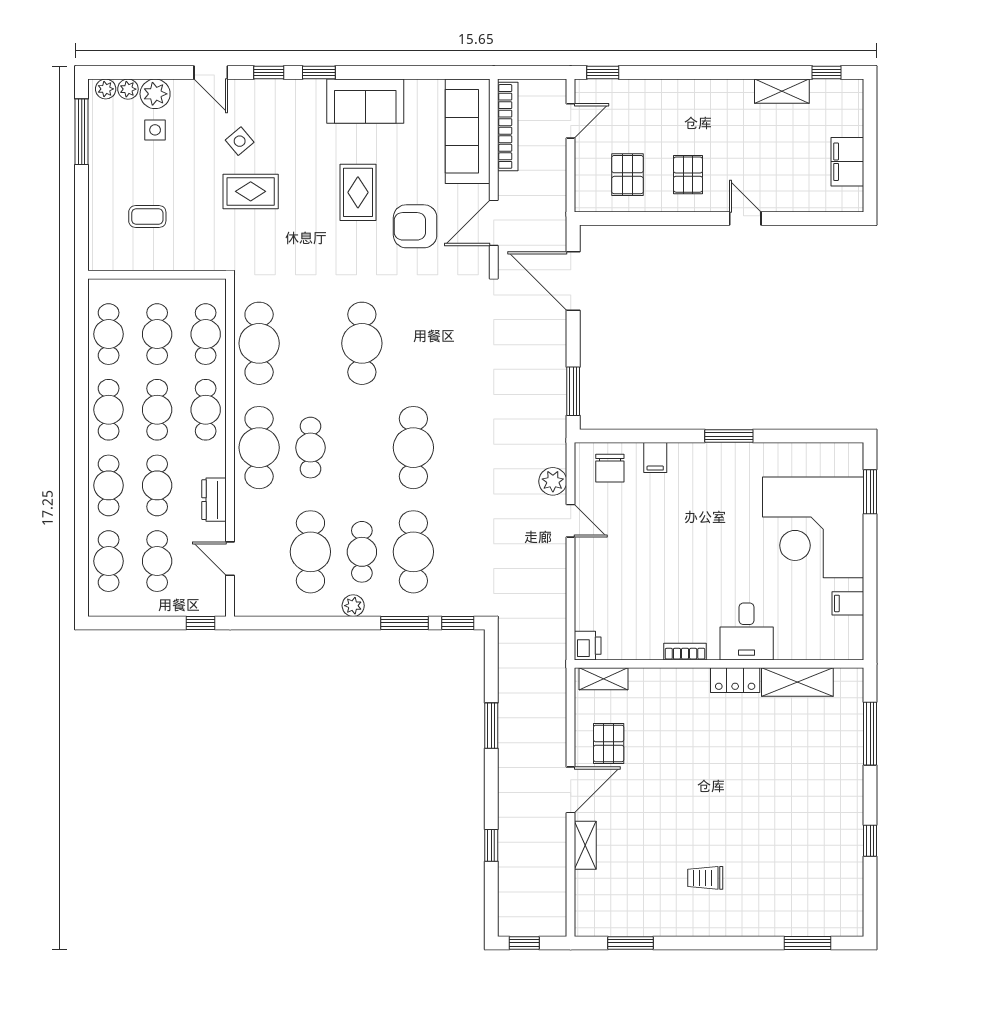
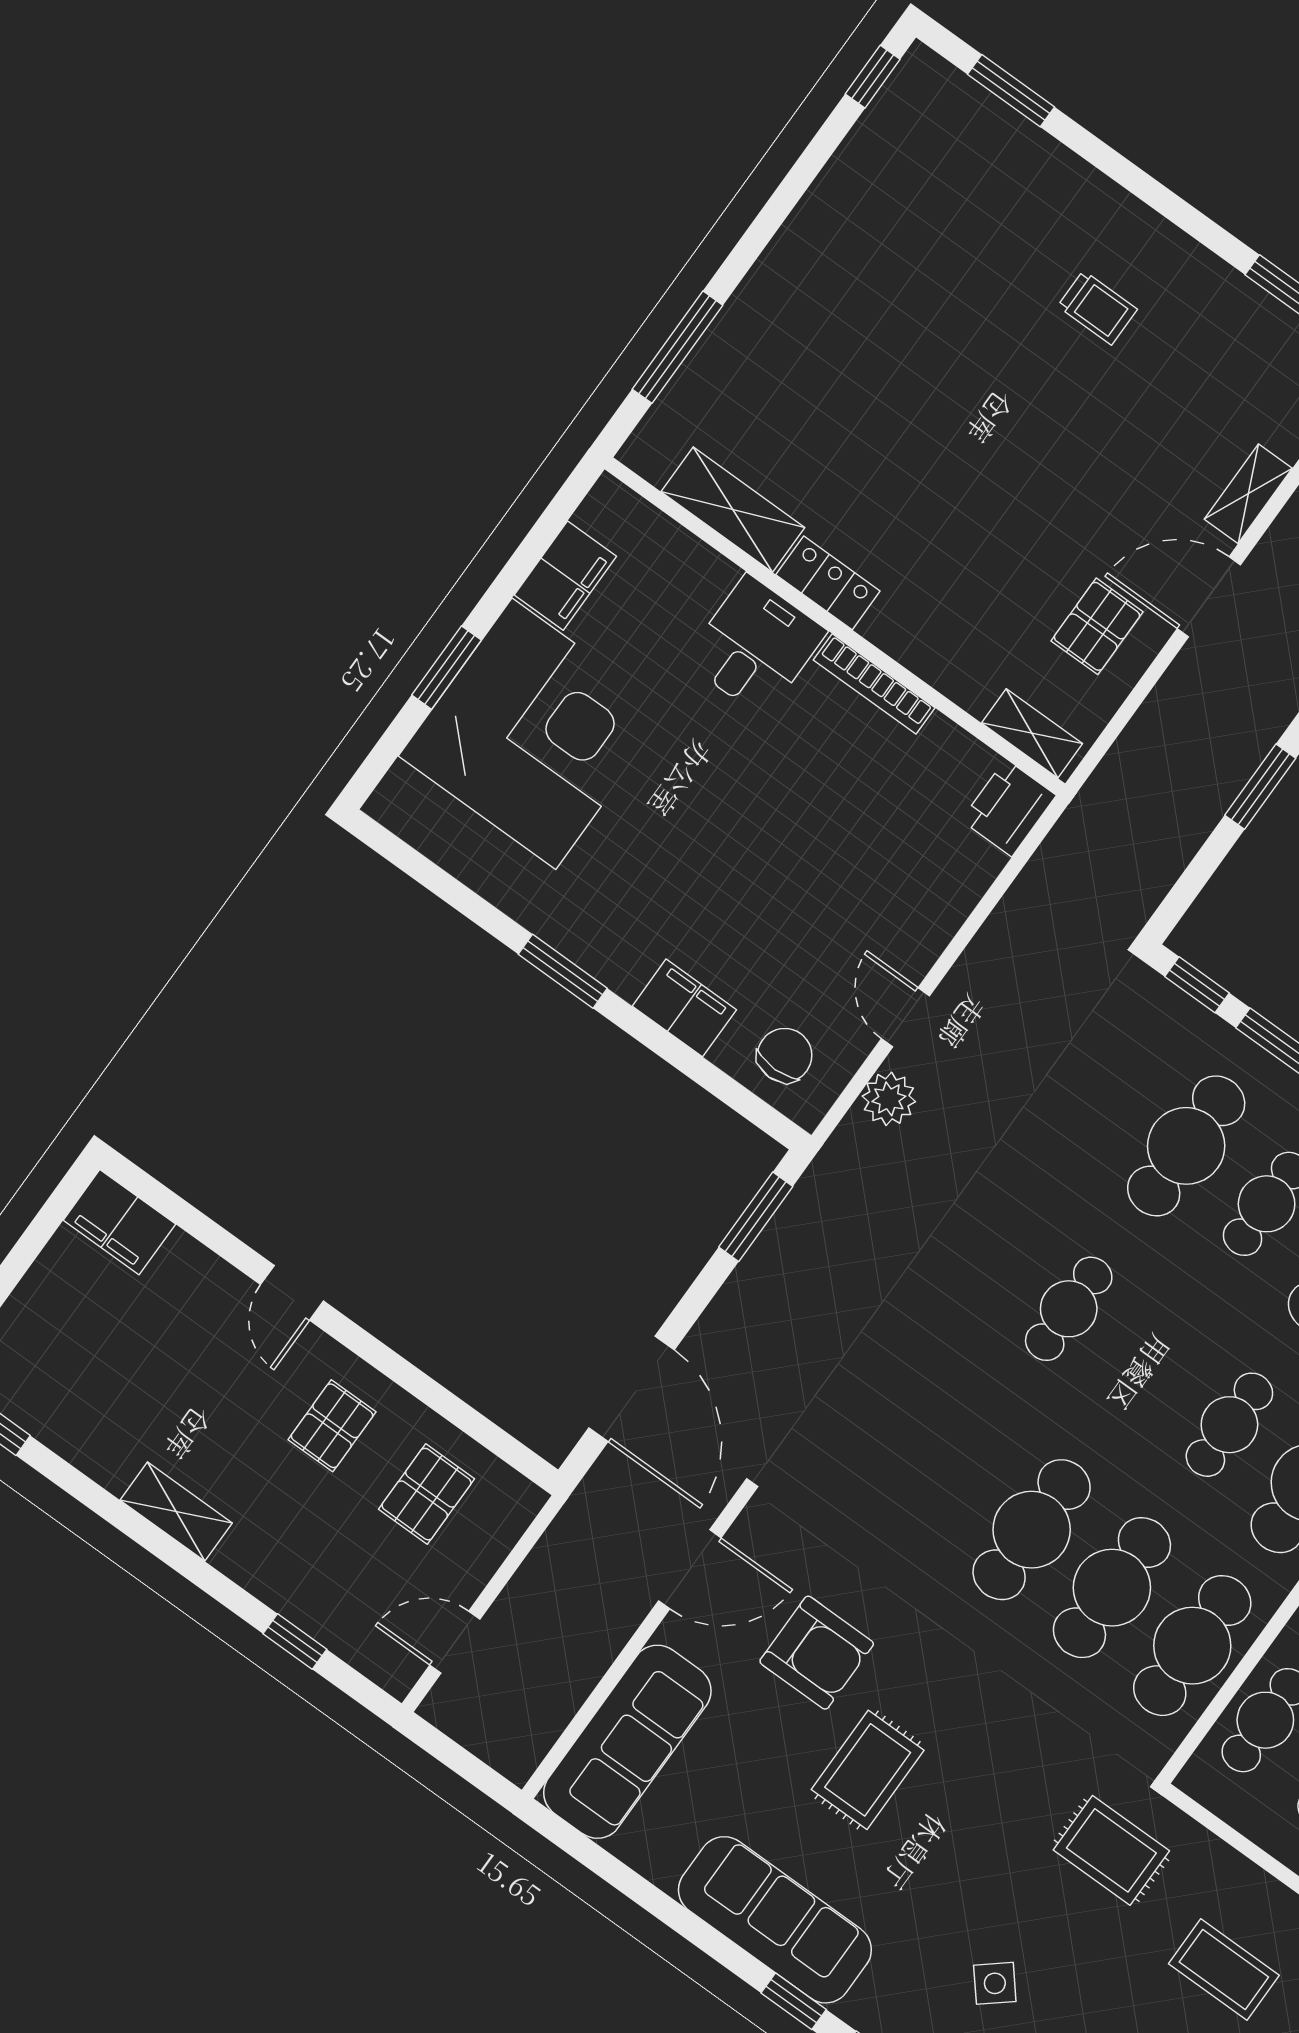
window: (603, 73) -> (295, 1641), moved
shelving: (782, 91) -> (176, 1512), moved
sofa: (365, 101) -> (775, 1920), width x1.36
bookcase: (508, 126) -> (559, 1704), removed
filing cabinet: (847, 162) -> (119, 1222), moved, turned 90
rug: (251, 191) -> (1111, 1850), moved
coffee table: (147, 217) -> (1224, 1970), width x1.36, depth x1.30
cafe table: (310, 343) -> (1112, 1588), added
cafe table: (413, 448) -> (1069, 1309), width x0.73, depth x0.74
filing cabinet: (655, 458) -> (684, 1008), width x2.00
window: (870, 492) -> (446, 668), moved
filing cabinet: (848, 603) -> (565, 576), width x2.00
printer: (588, 646) -> (1009, 808), width x1.36, depth x1.24
bookcase: (685, 652) -> (874, 684), width x1.56
window: (870, 841) -> (873, 77), moved

